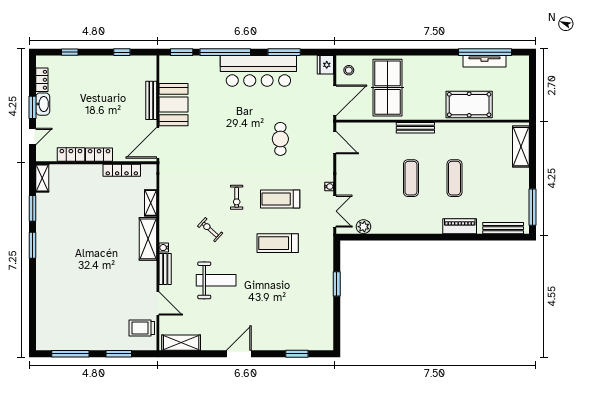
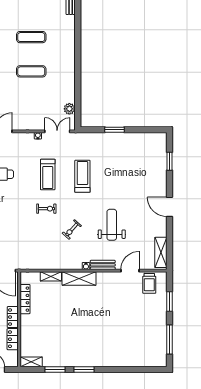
piano: (460, 226) -> (69, 33), removed
treadmill: (278, 243) -> (82, 176), turned 180

